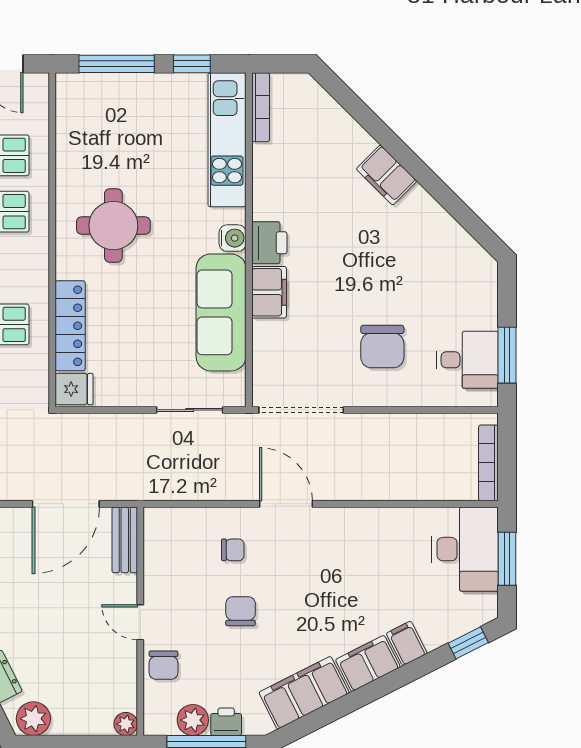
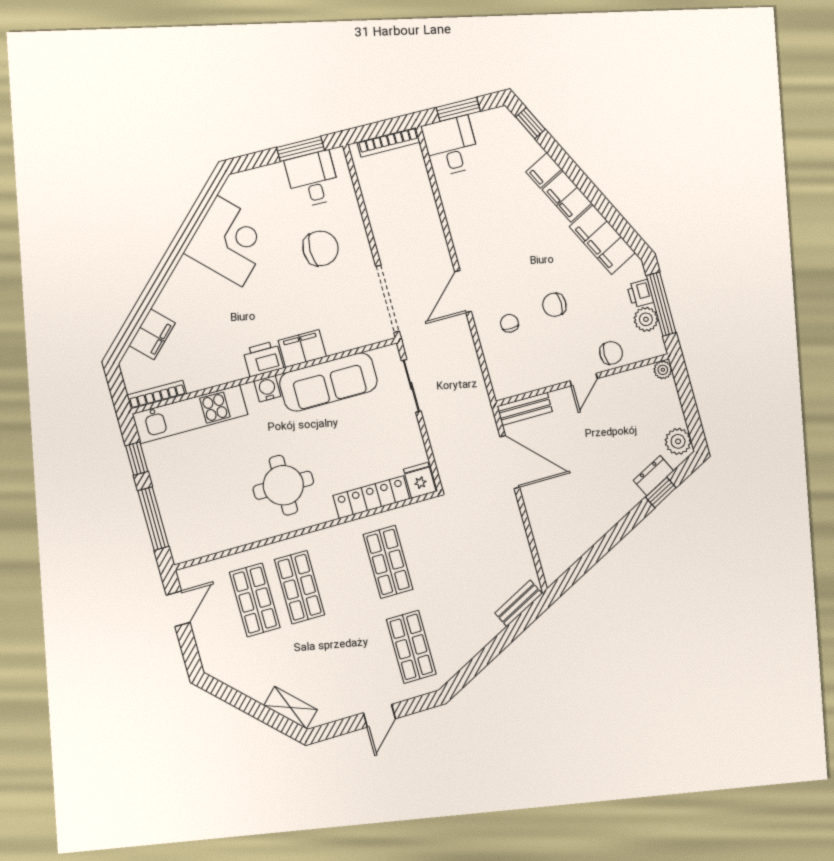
filing cabinet: (387, 175) -> (152, 334), moved
corner desk: (419, 241) -> (230, 241), added
desk: (465, 549) -> (451, 146), width x0.73

